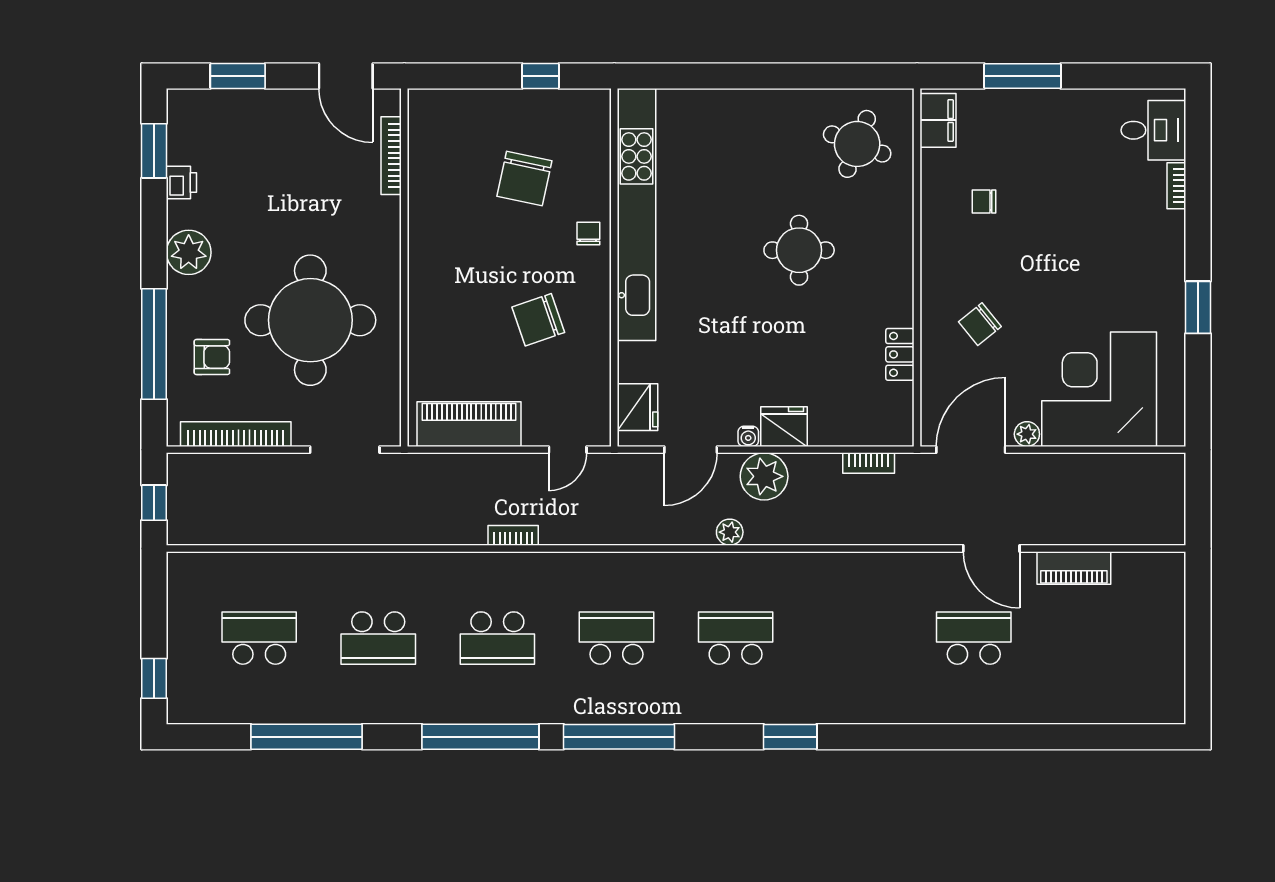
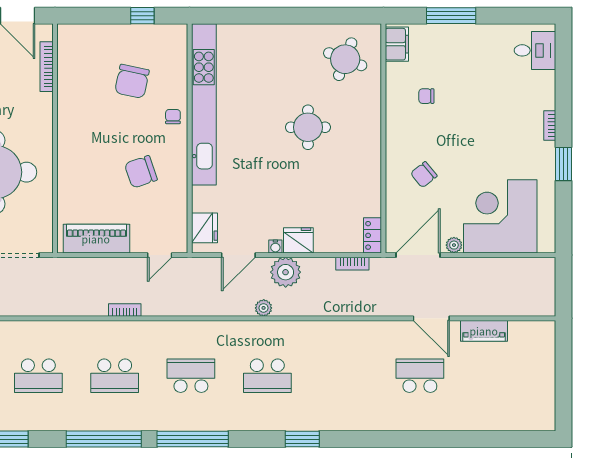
bookcase: (1176, 186) -> (550, 125), moved
locker: (900, 354) -> (373, 235), moved
school desk: (736, 638) -> (267, 376), turned 180

